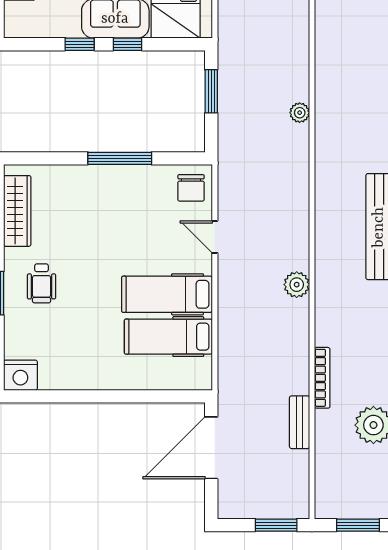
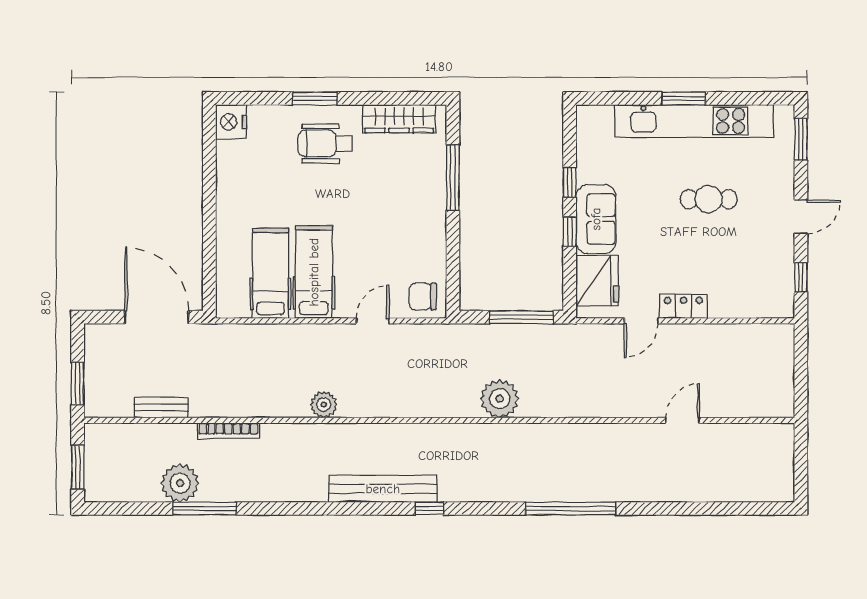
window: (211, 91) -> (522, 317), width x1.44
plant: (300, 113) -> (500, 399), width x1.88, depth x1.88
window: (120, 158) -> (453, 178), moved
wheelchair: (42, 283) -> (325, 143), width x1.36, depth x1.37
bench: (300, 422) -> (161, 407), moved

